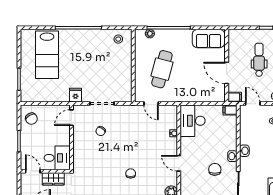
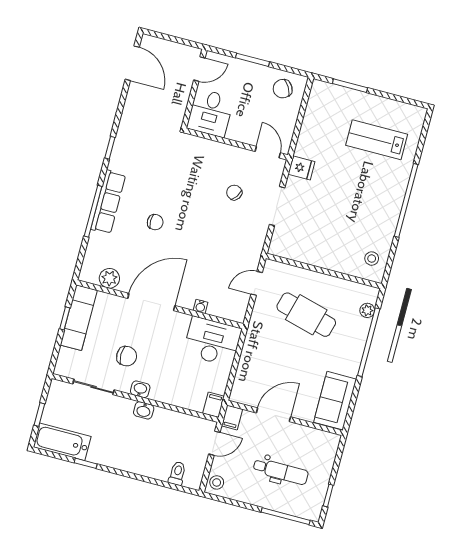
lab bench: (47, 55) -> (377, 140), width x0.73, depth x0.72
door: (179, 163) -> (151, 302), width x1.87
wardrobe: (53, 179) -> (179, 98), removed

